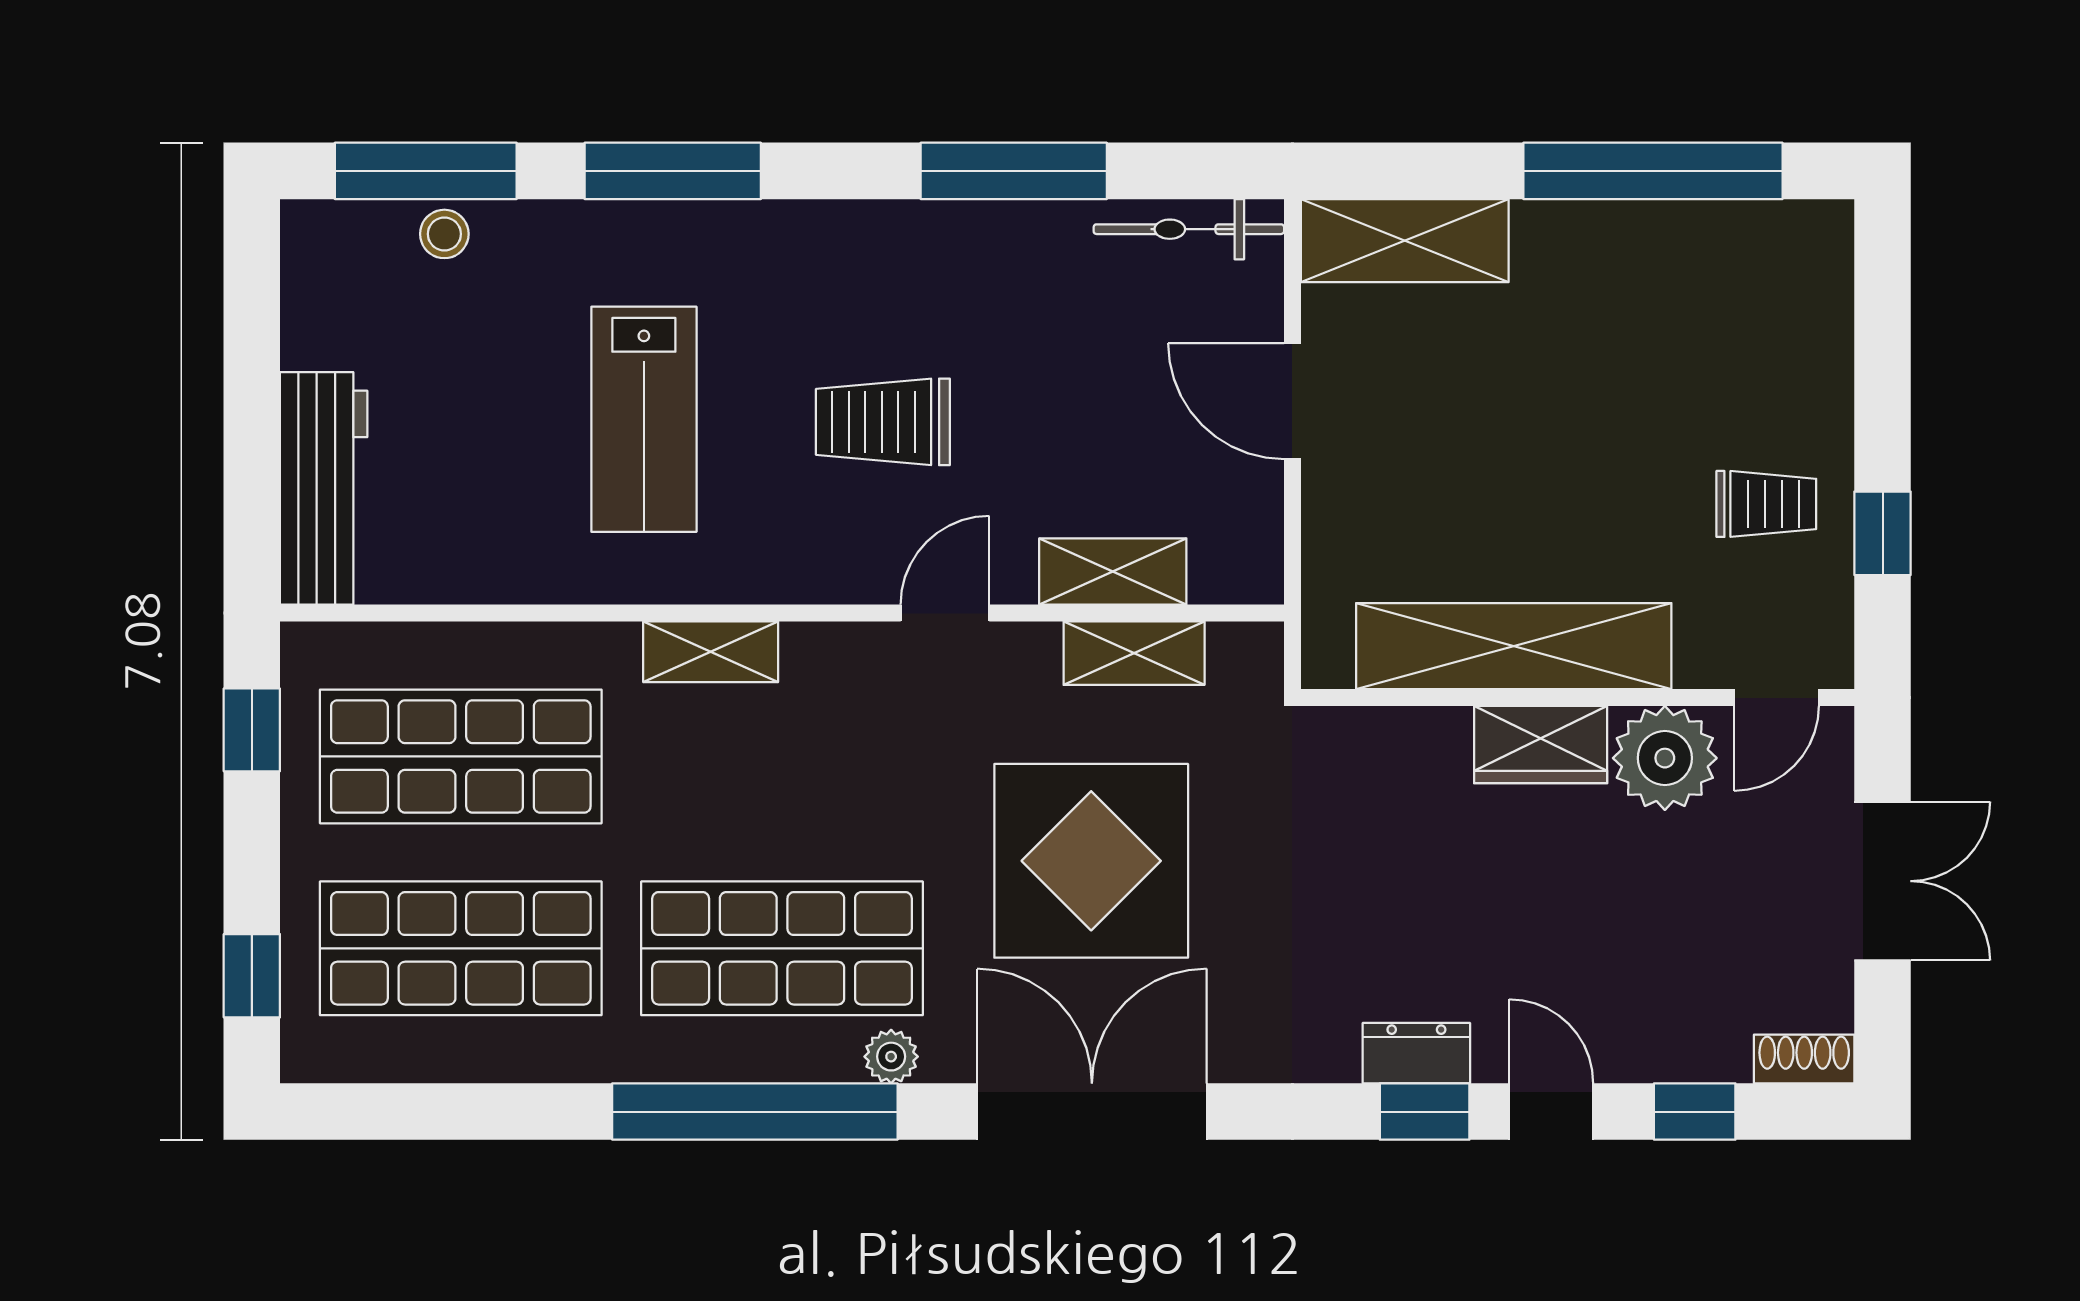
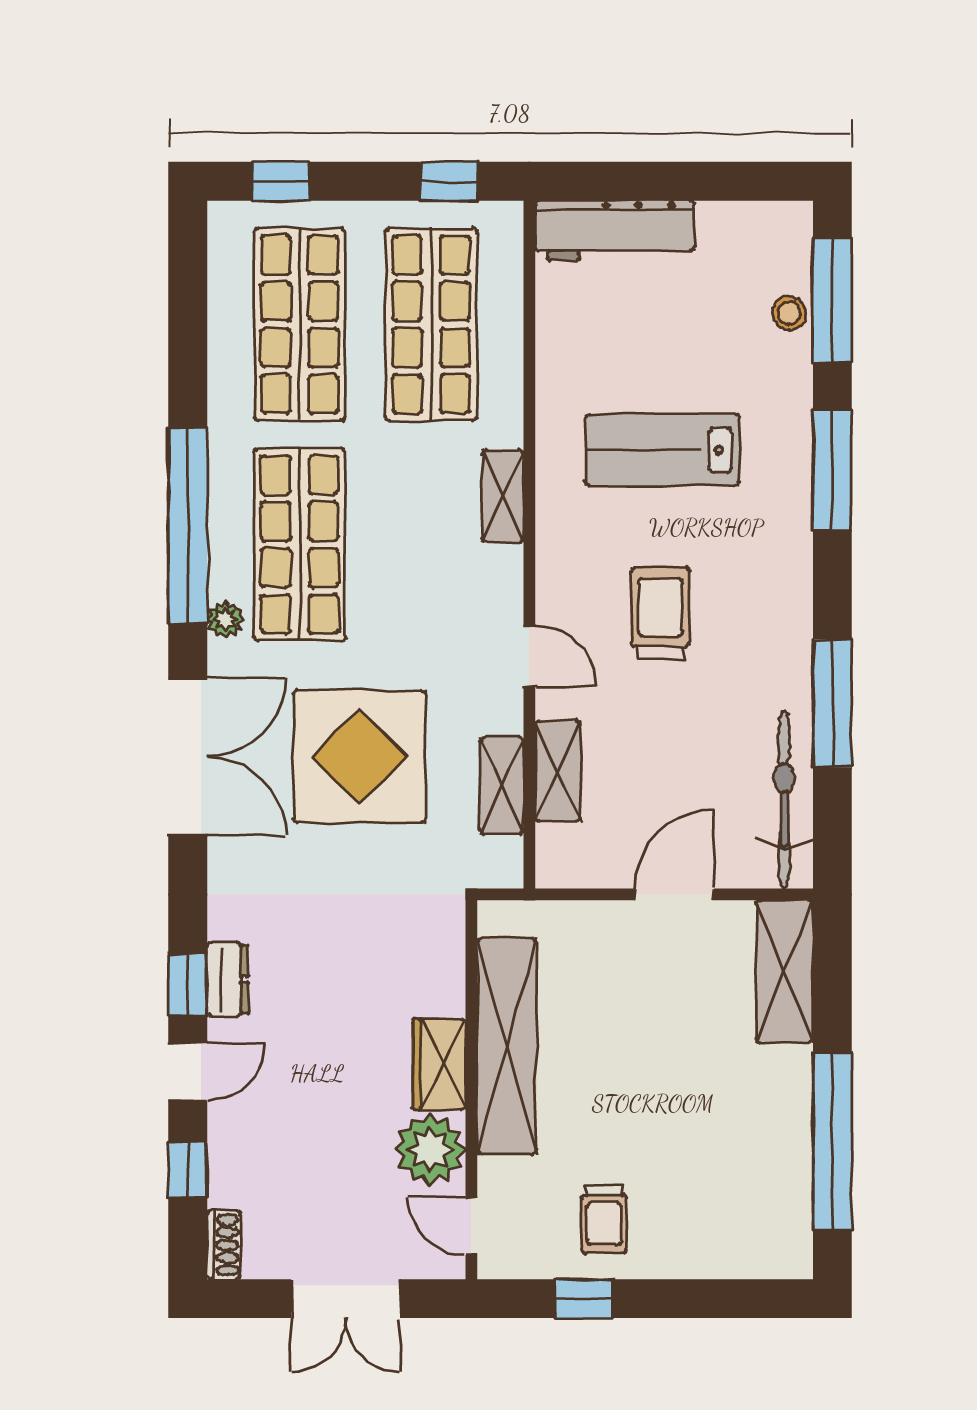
bicycle: (1189, 229) -> (784, 799), width x1.37, depth x1.40

